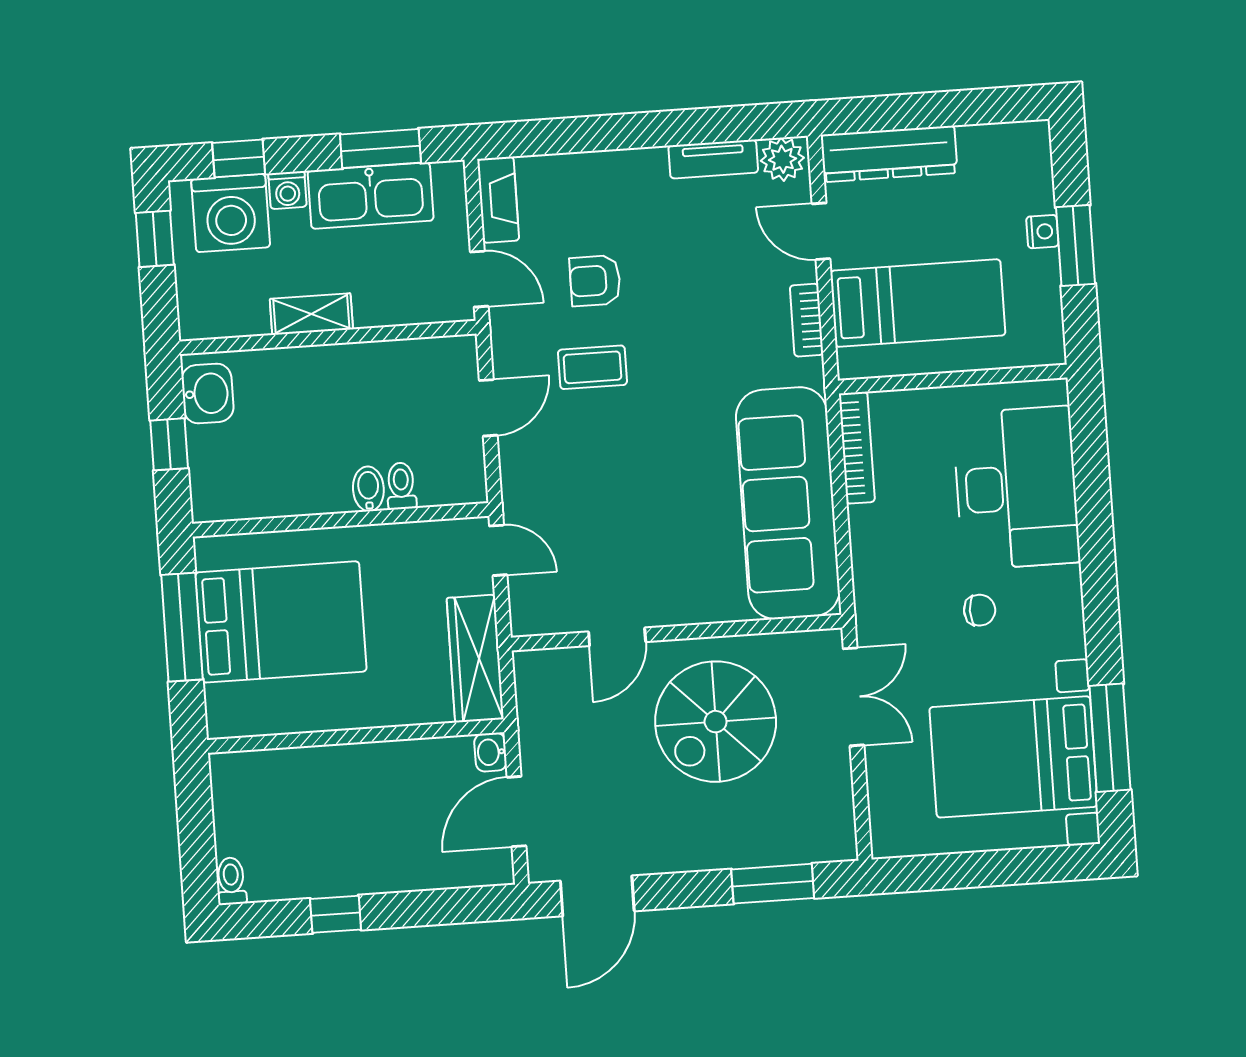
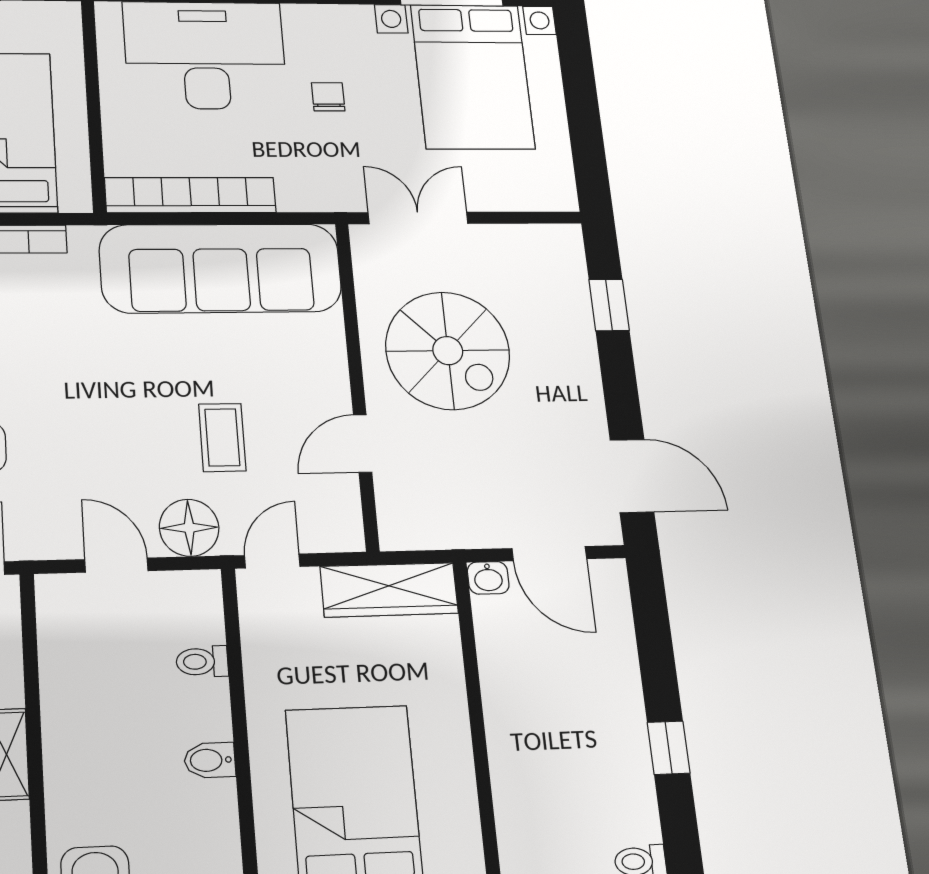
coffee table: (592, 367) -> (222, 437), moved
bookcase: (857, 448) -> (191, 195), width x1.48, depth x1.31
floor lamp: (527, 474) -> (189, 528), added
bidet: (368, 489) -> (210, 760), moved
door: (617, 637) -> (363, 443), swing flipped
window: (773, 884) -> (609, 305), width x0.67

